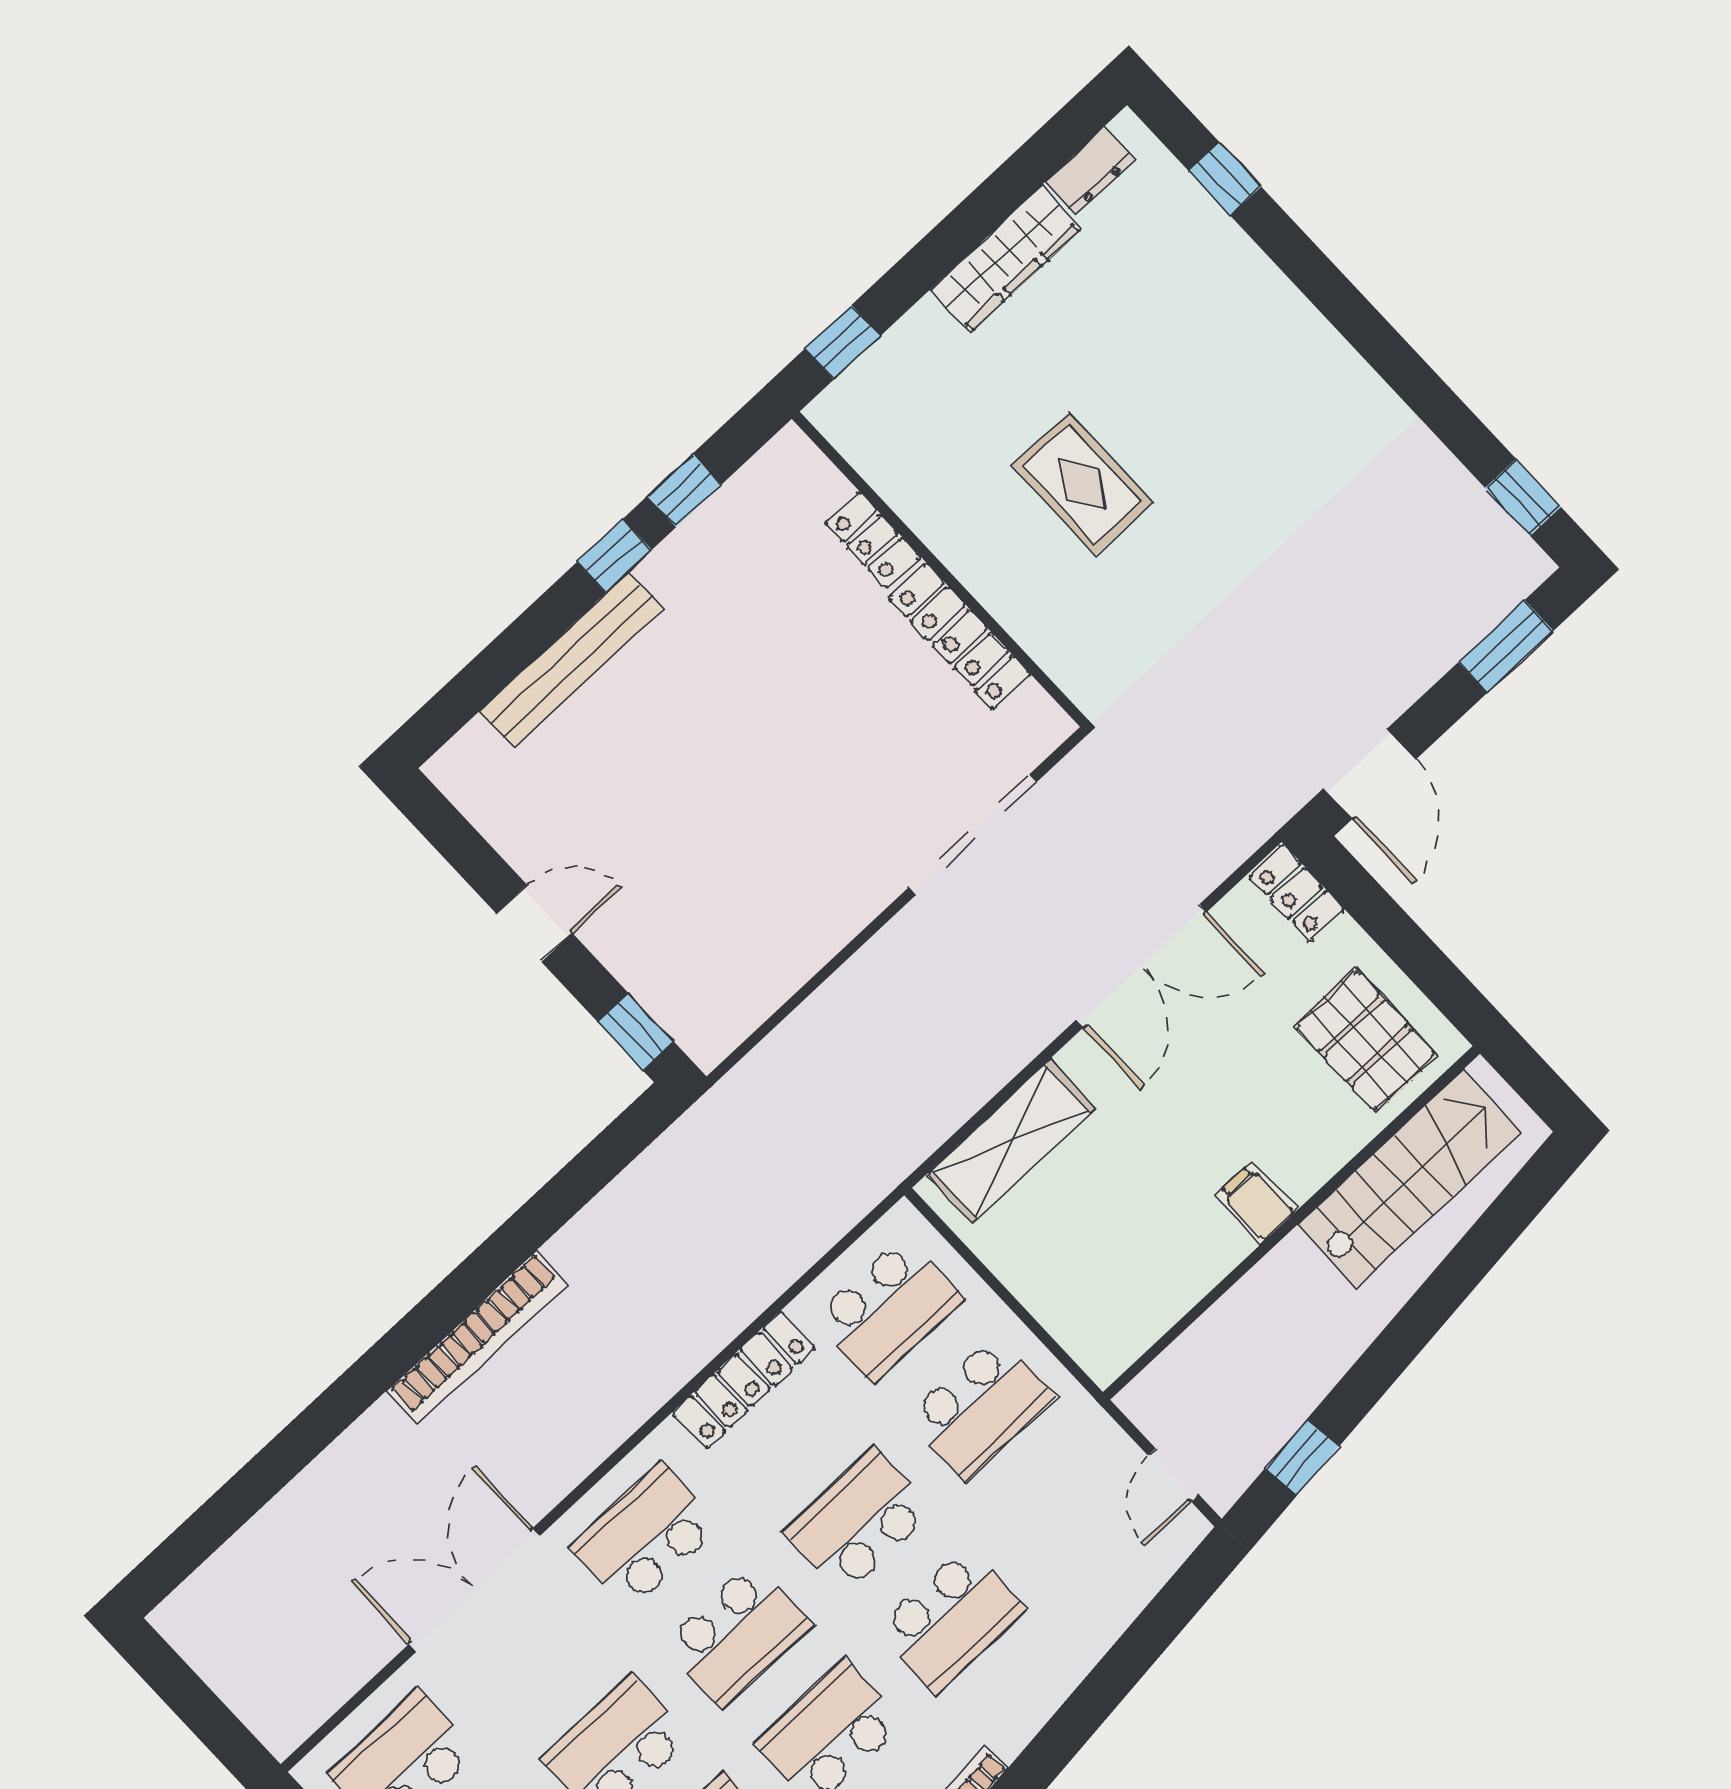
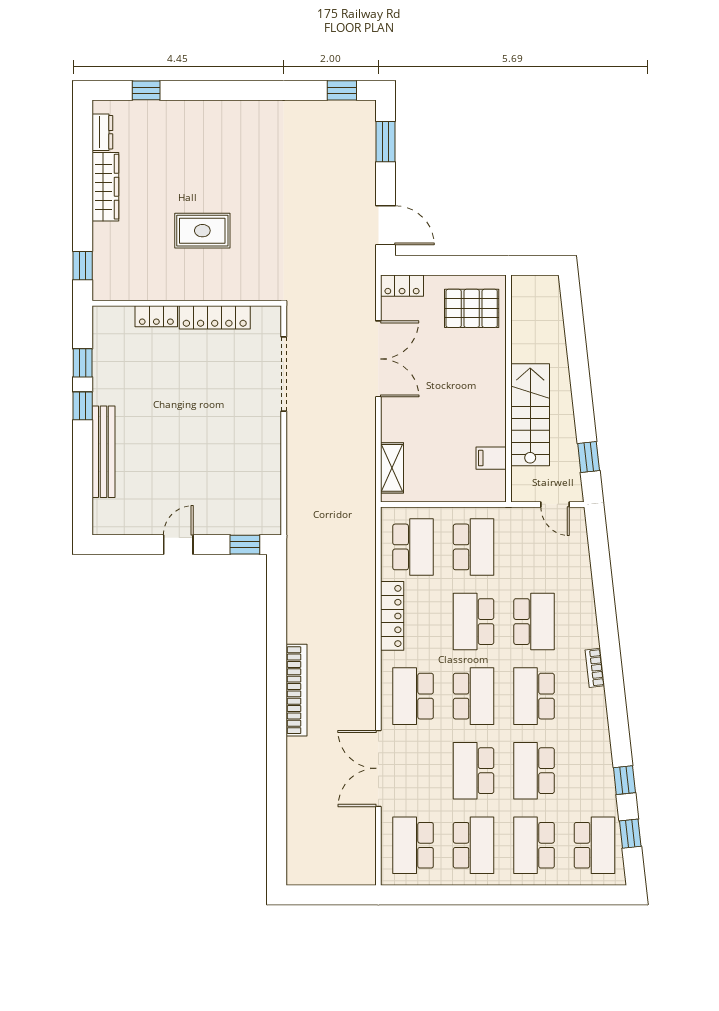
shelving: (1011, 1141) -> (392, 468), width x0.67, depth x0.75
stairs: (1409, 1179) -> (530, 415), moved
filing cabinet: (1257, 1203) -> (491, 458), moved

